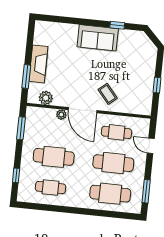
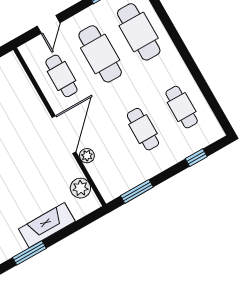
window: (26, 77) -> (29, 253), moved
coffee table: (108, 94) -> (24, 119), removed
cafe table: (54, 157) -> (143, 129), width x0.73, depth x0.74

